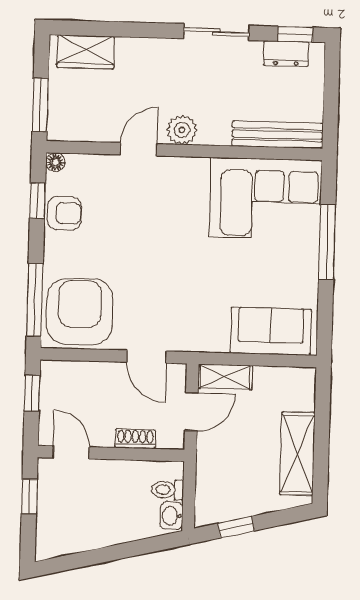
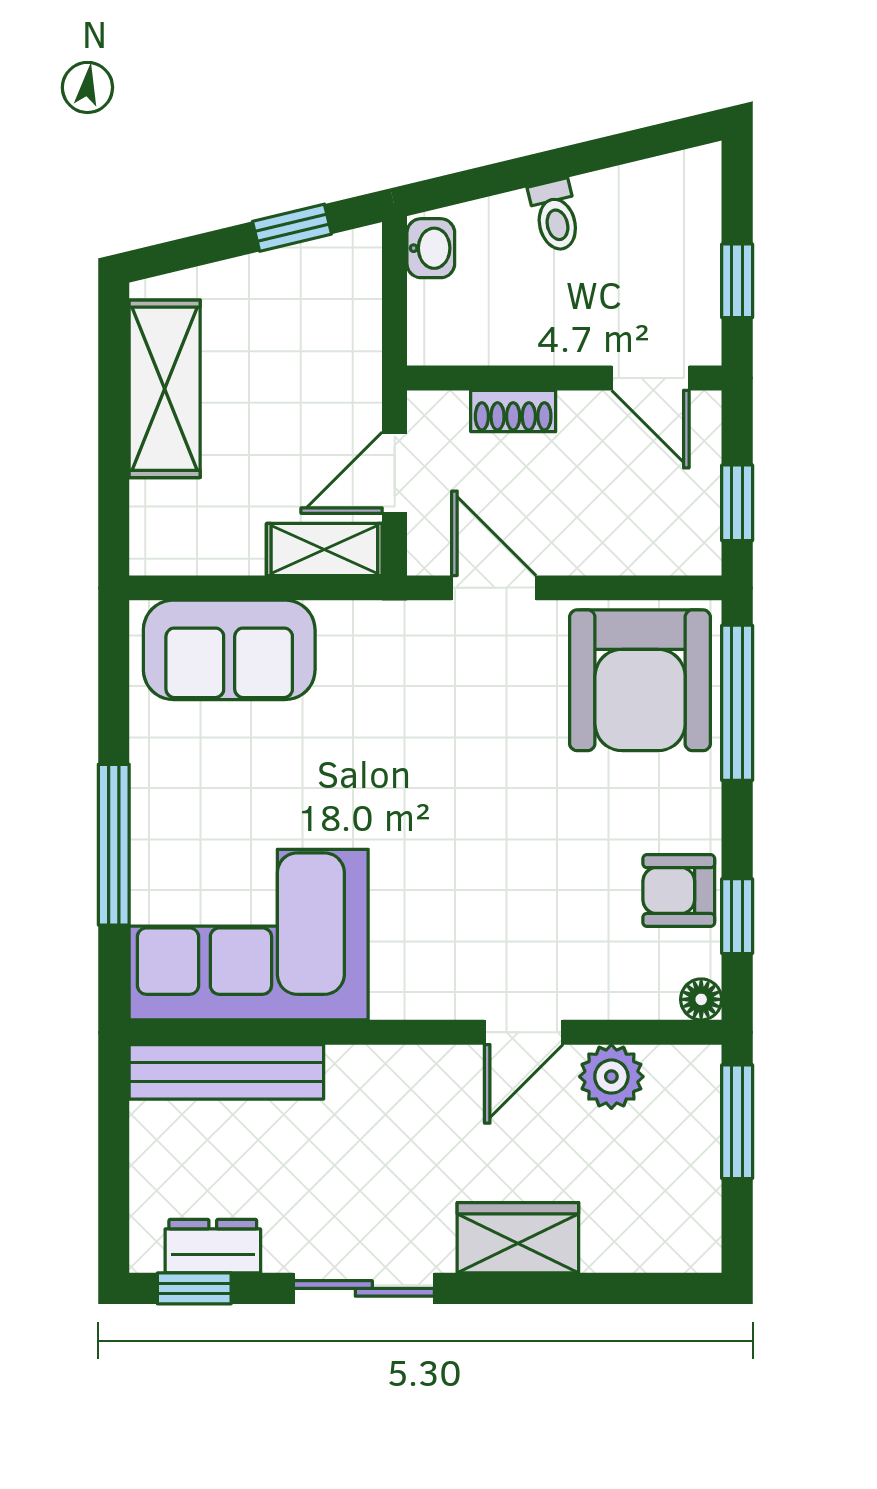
wardrobe: (86, 52) -> (518, 1238), moved
plant: (182, 130) -> (611, 1077), moved
toilet: (168, 490) -> (555, 216), moved, turned 77

